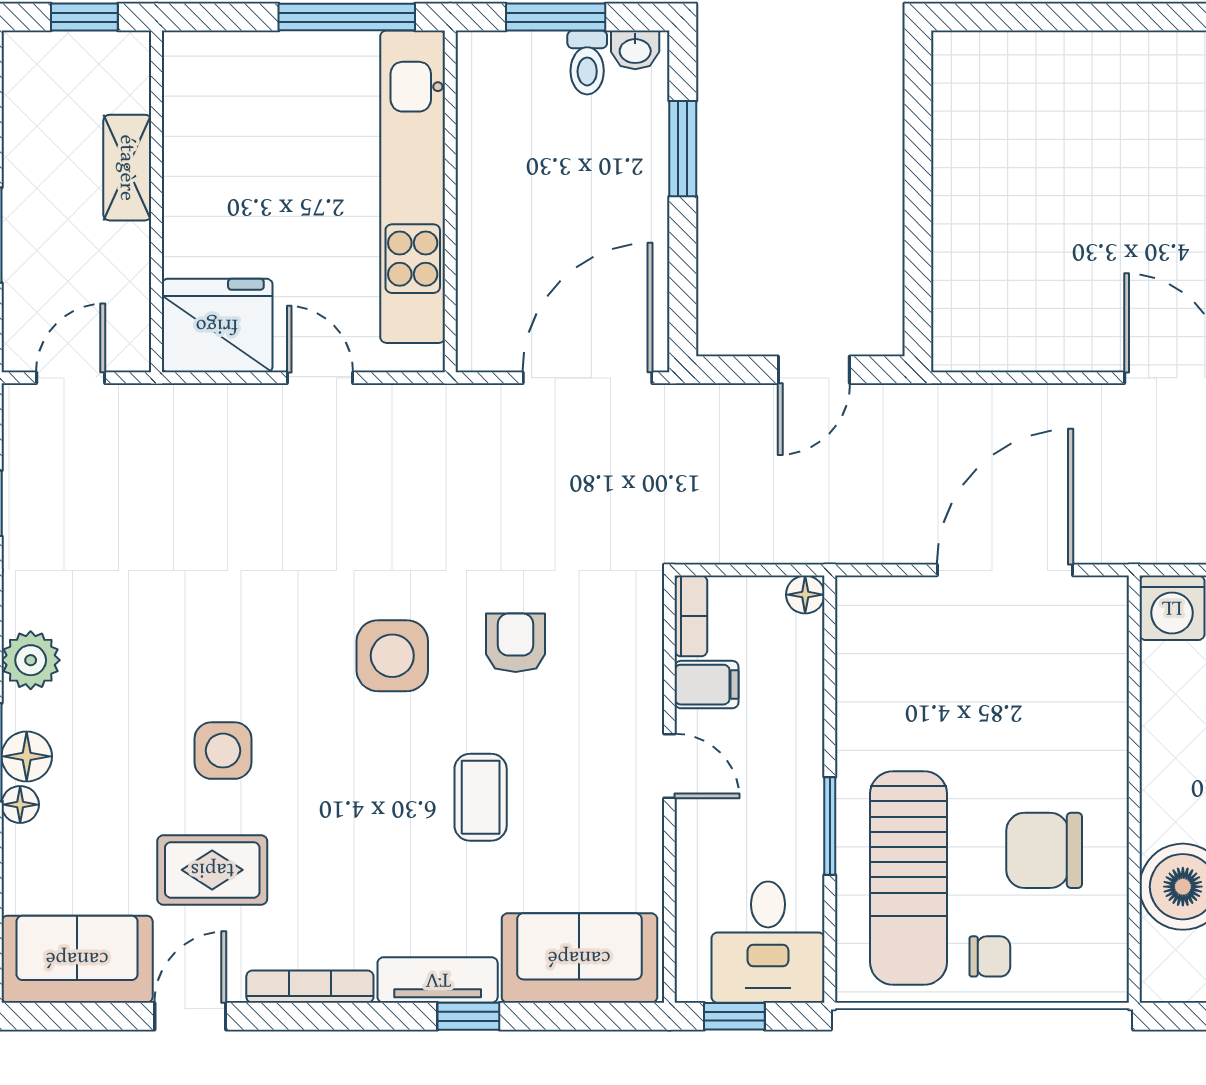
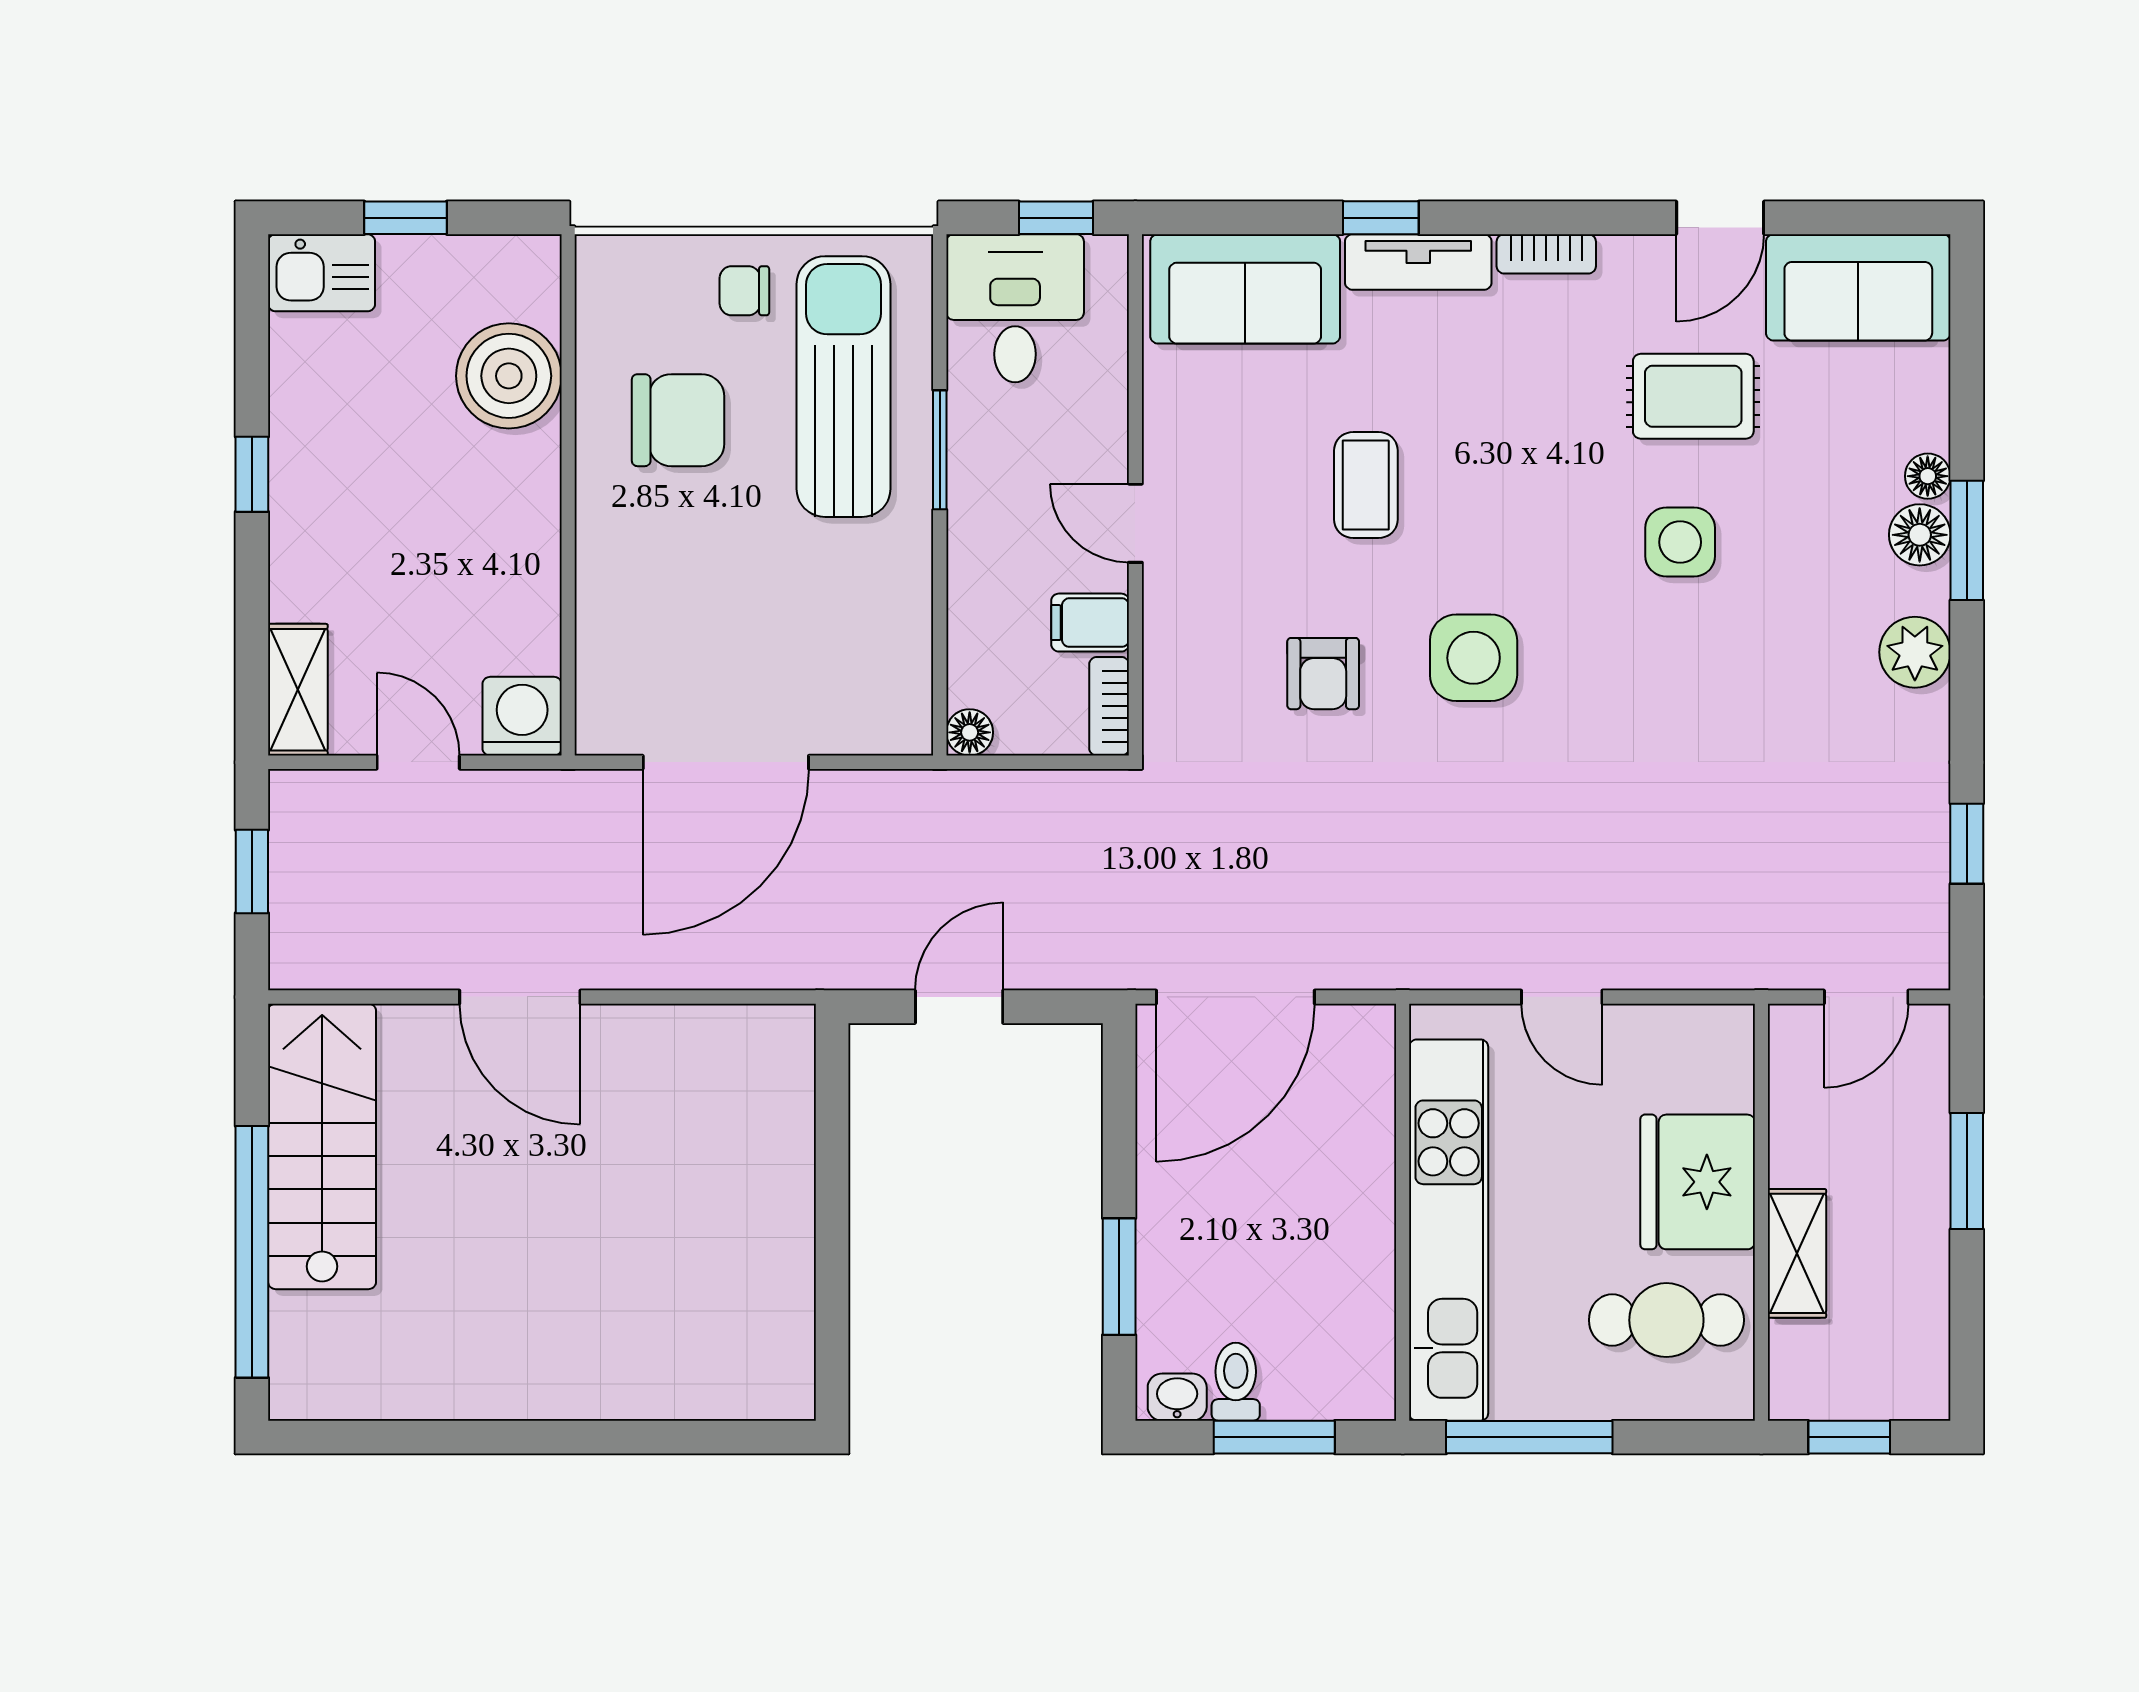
cafe table: (234, 113) -> (1666, 1320), added
fridge: (217, 326) -> (1698, 1182), moved, turned 90
bookcase: (310, 987) -> (1546, 254), width x0.64

